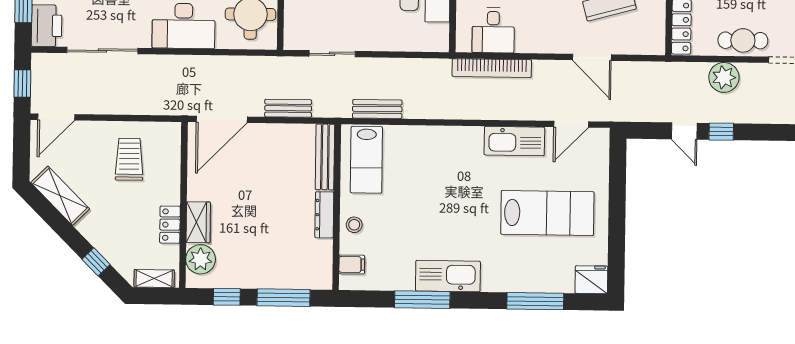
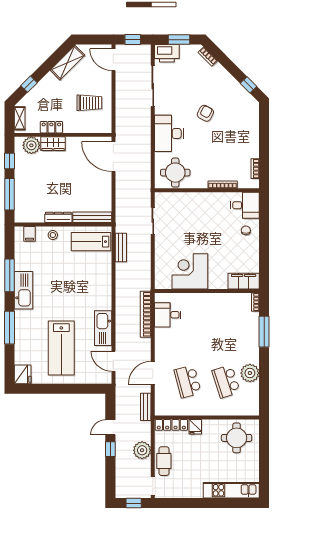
bench: (288, 108) -> (146, 407), moved
window: (535, 301) -> (10, 328), moved

